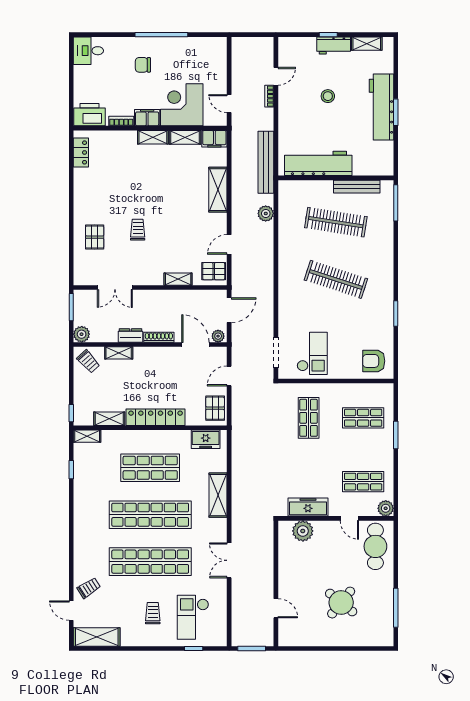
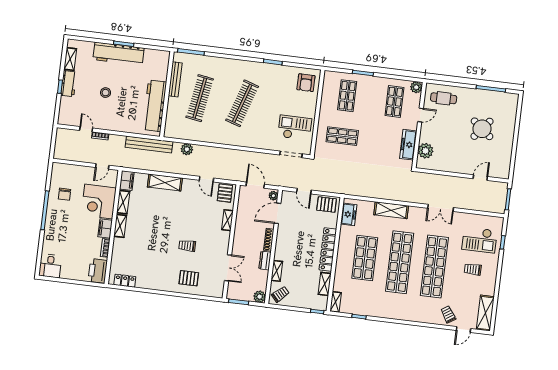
chair: (143, 65) -> (64, 194), moved
cafe table: (375, 546) -> (444, 98), width x0.73, depth x0.74

